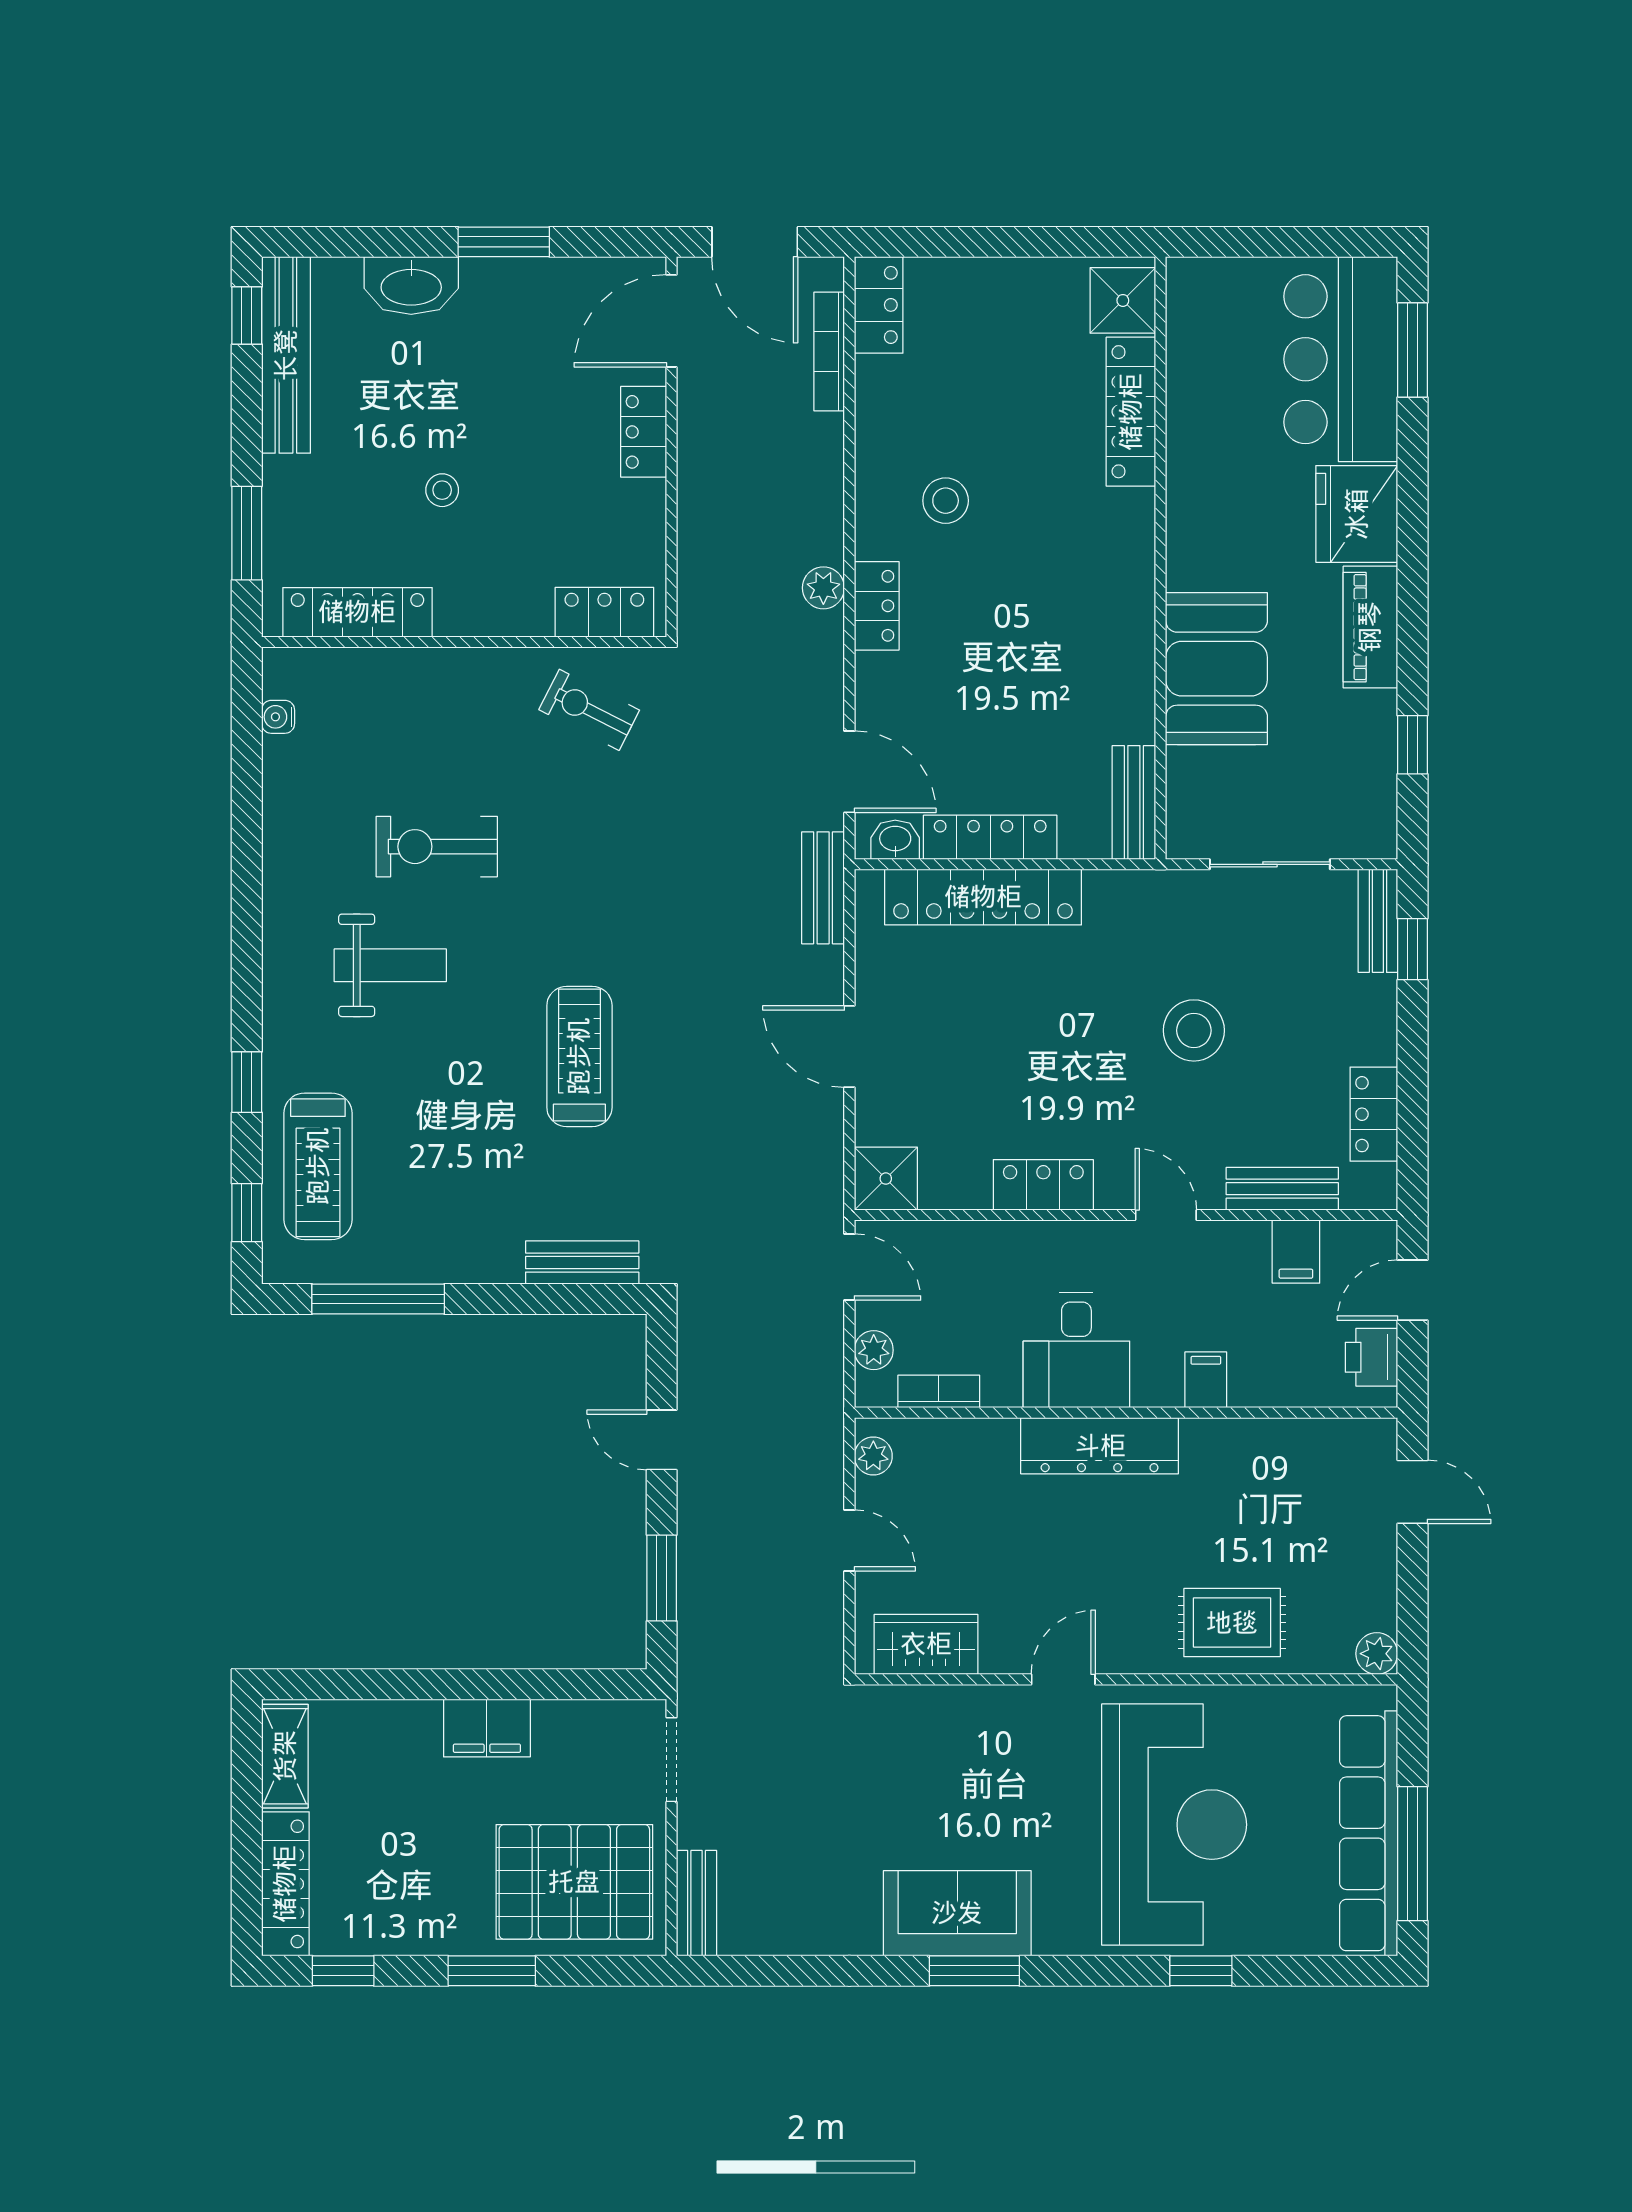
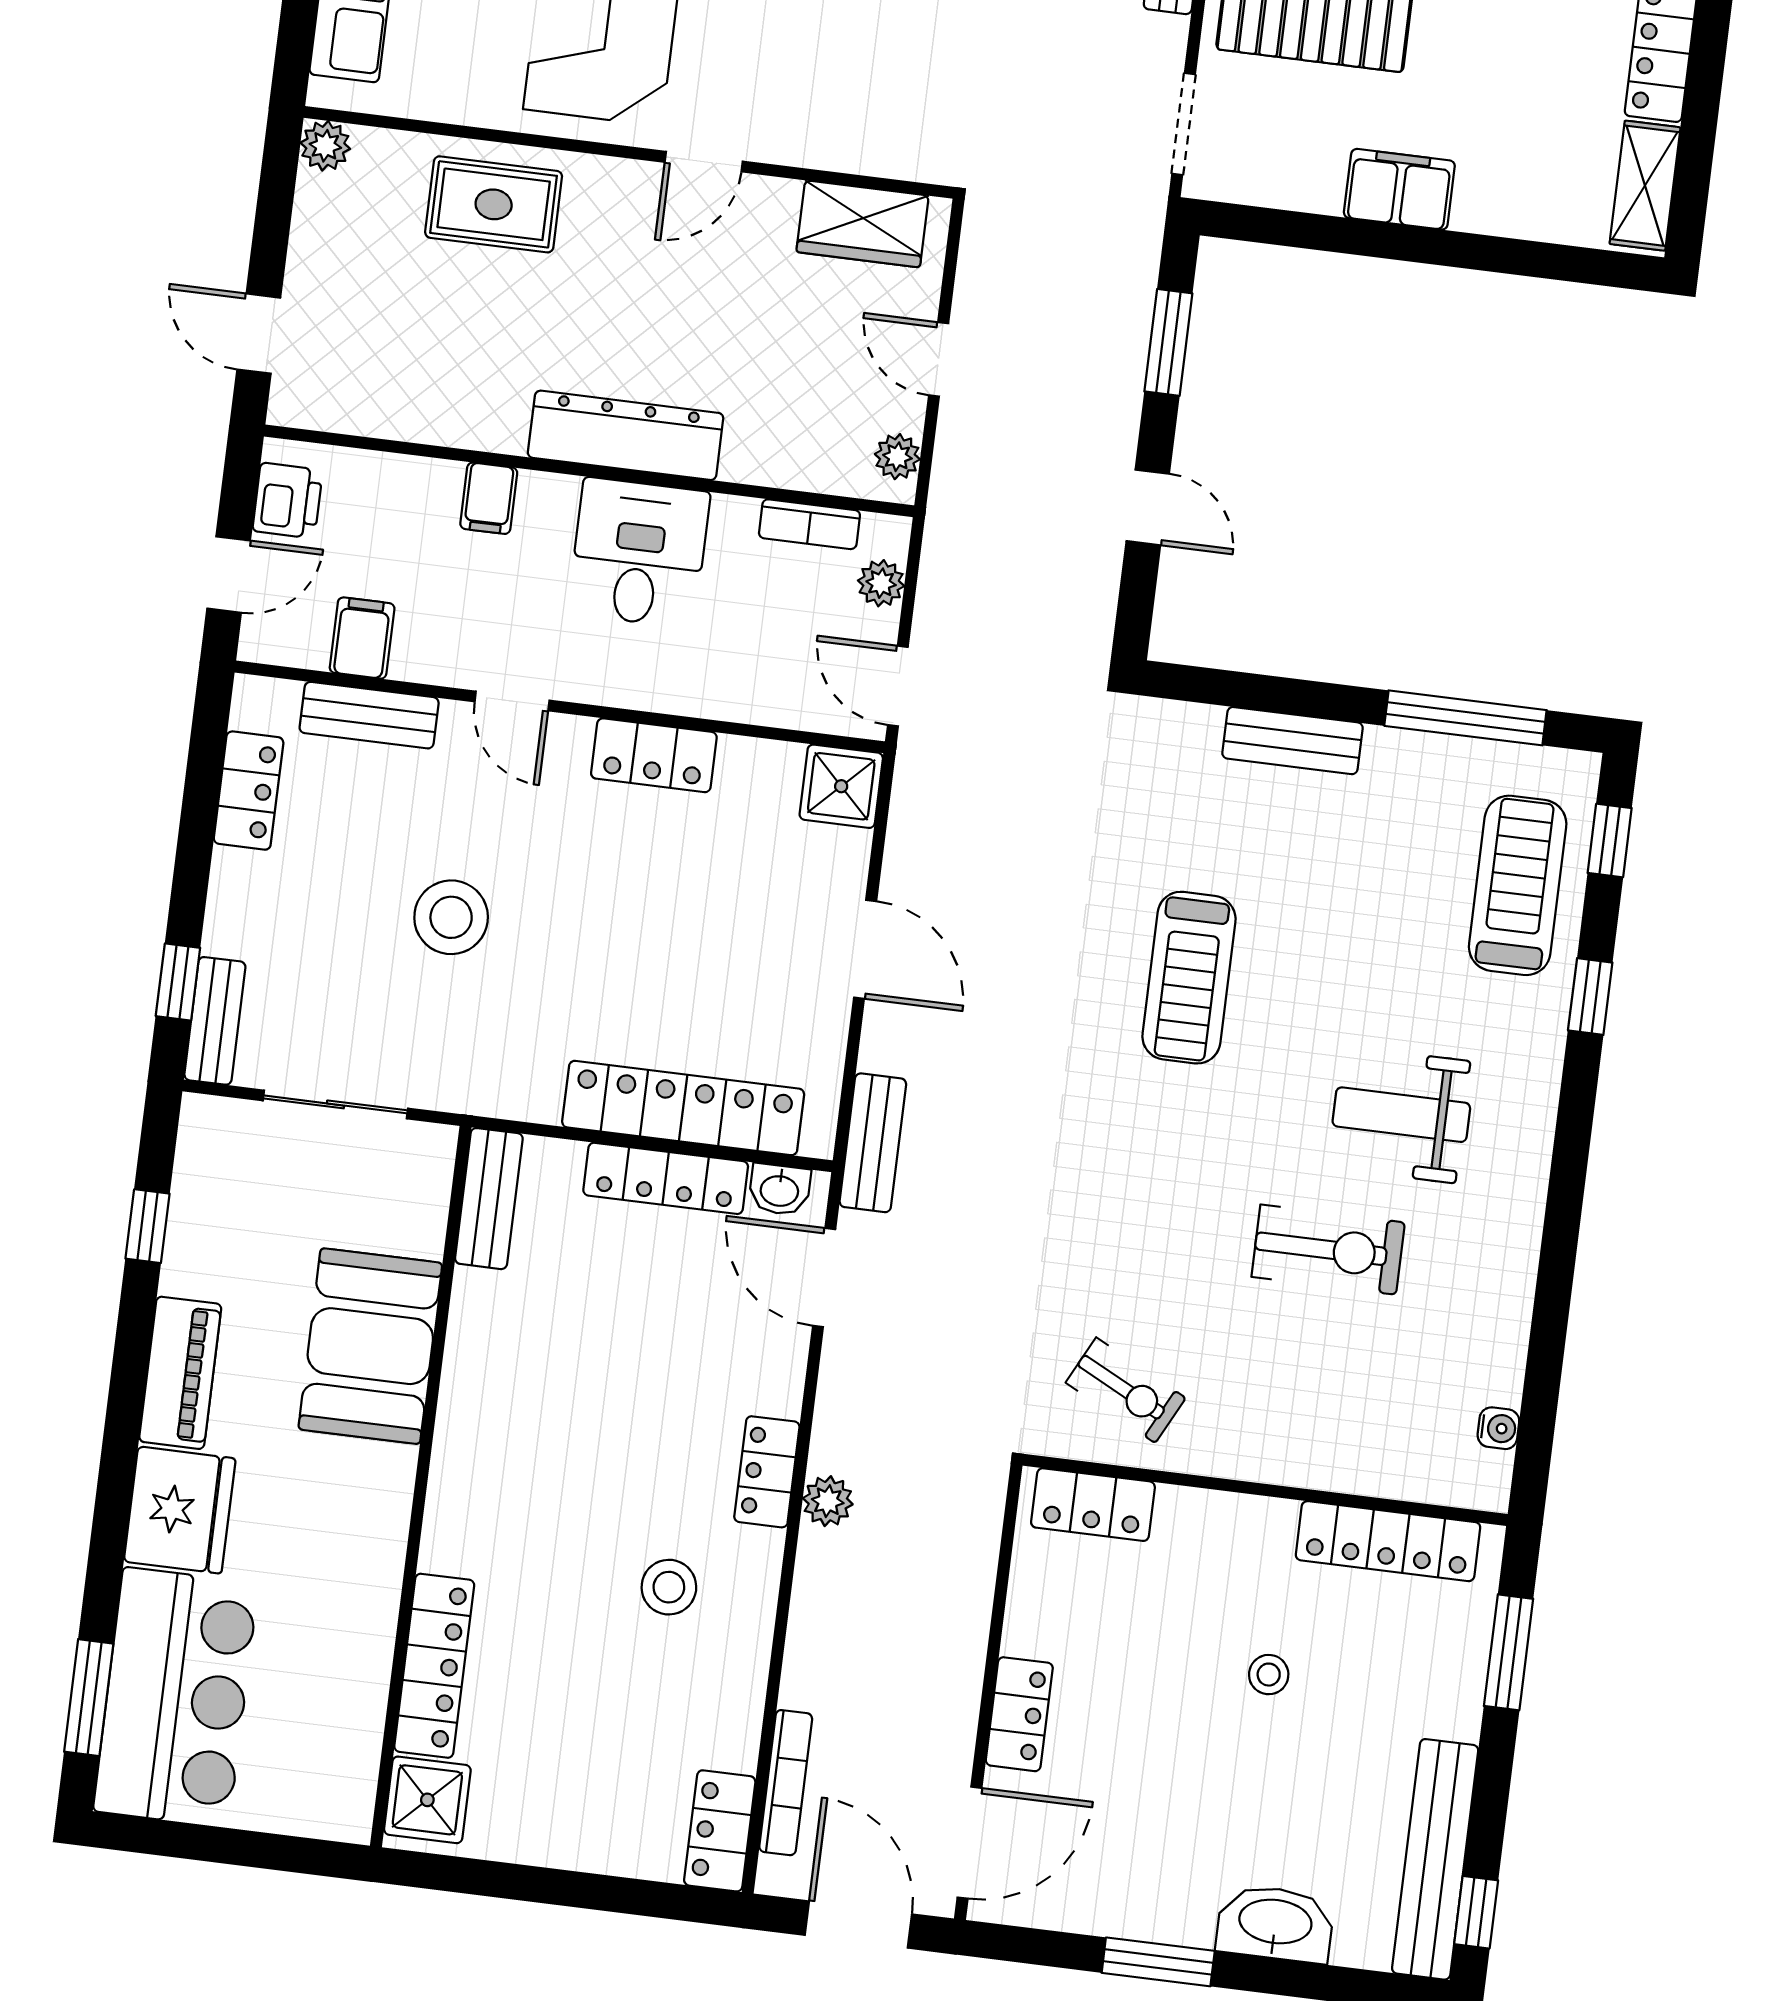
bench: (582, 1263) -> (1292, 741), moved

